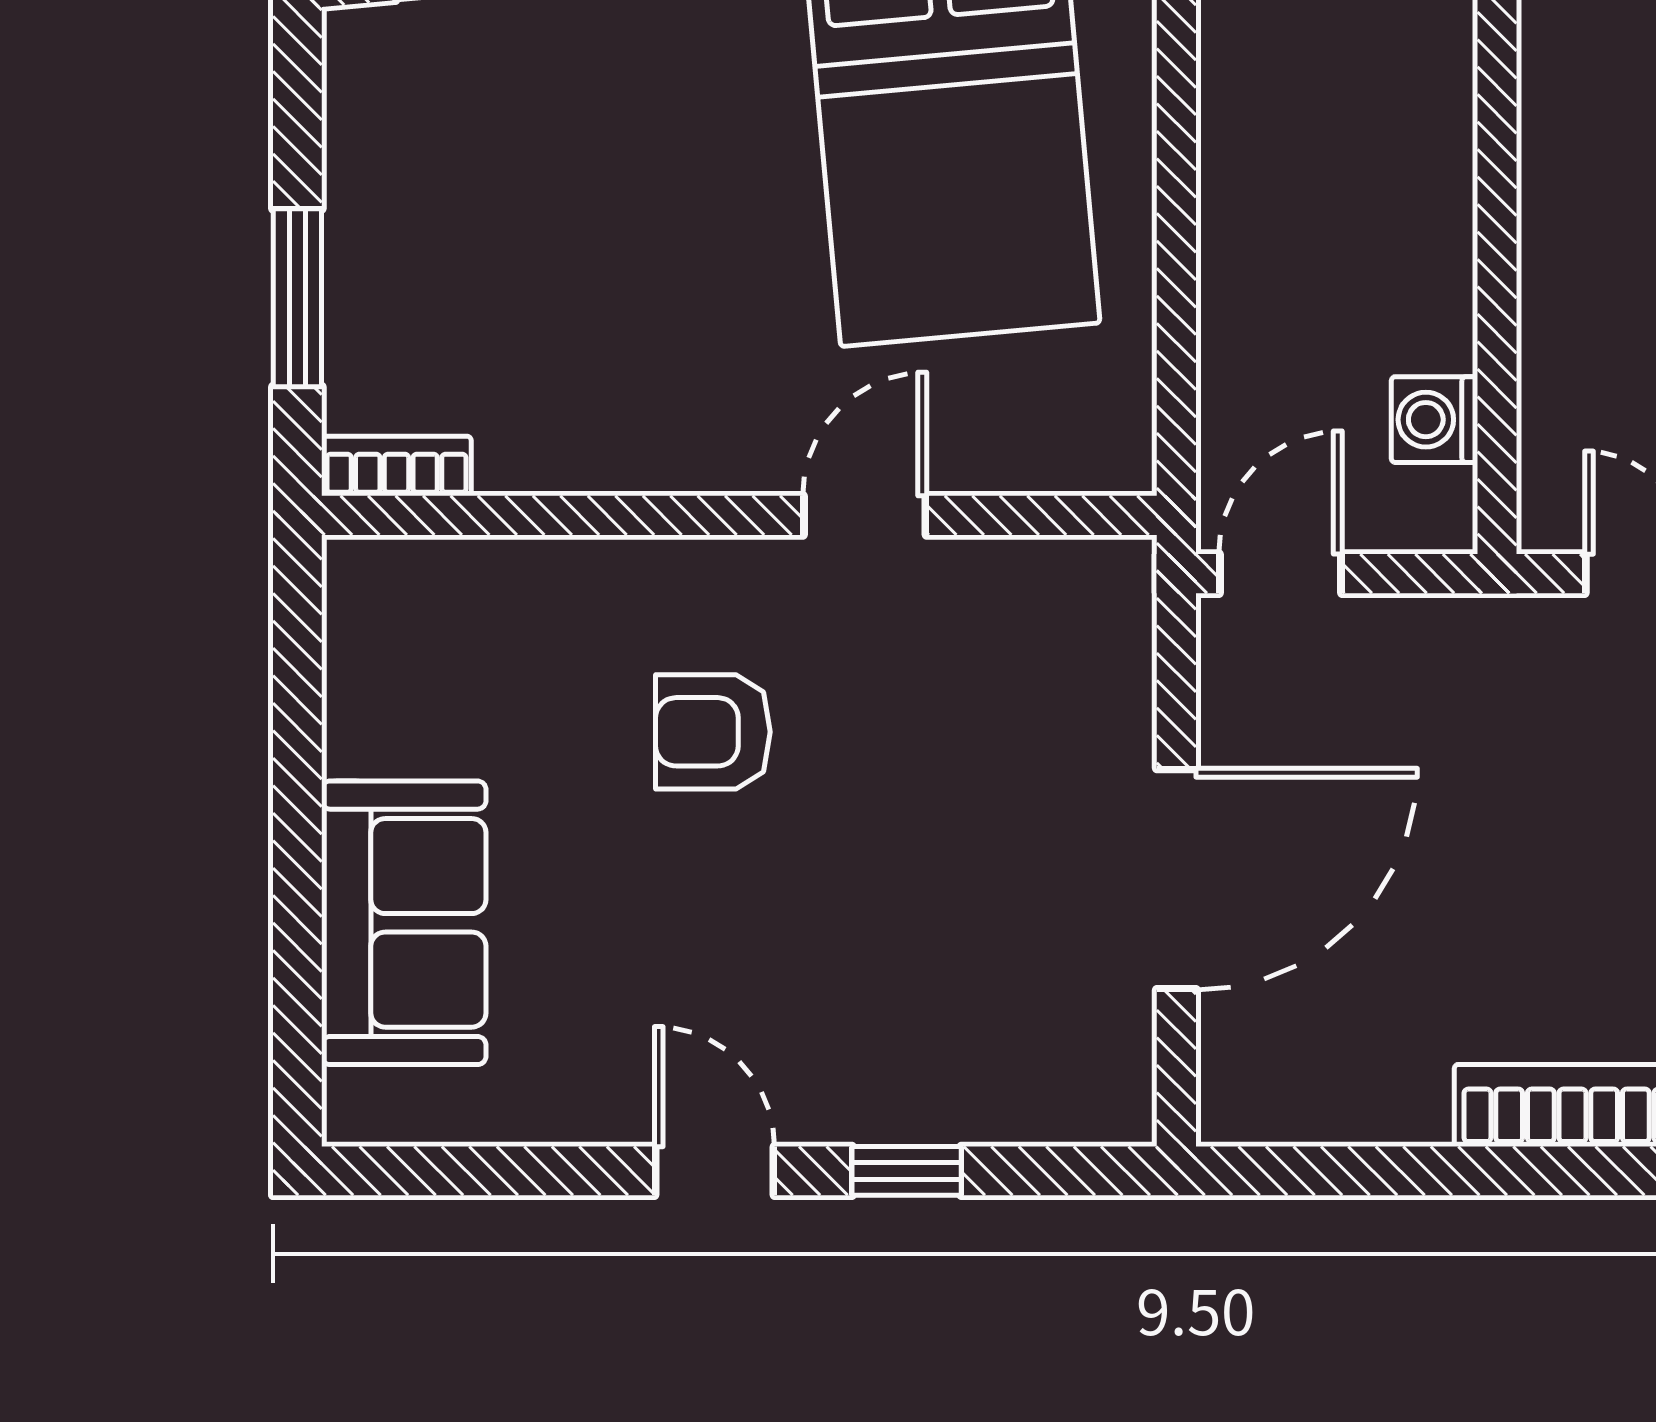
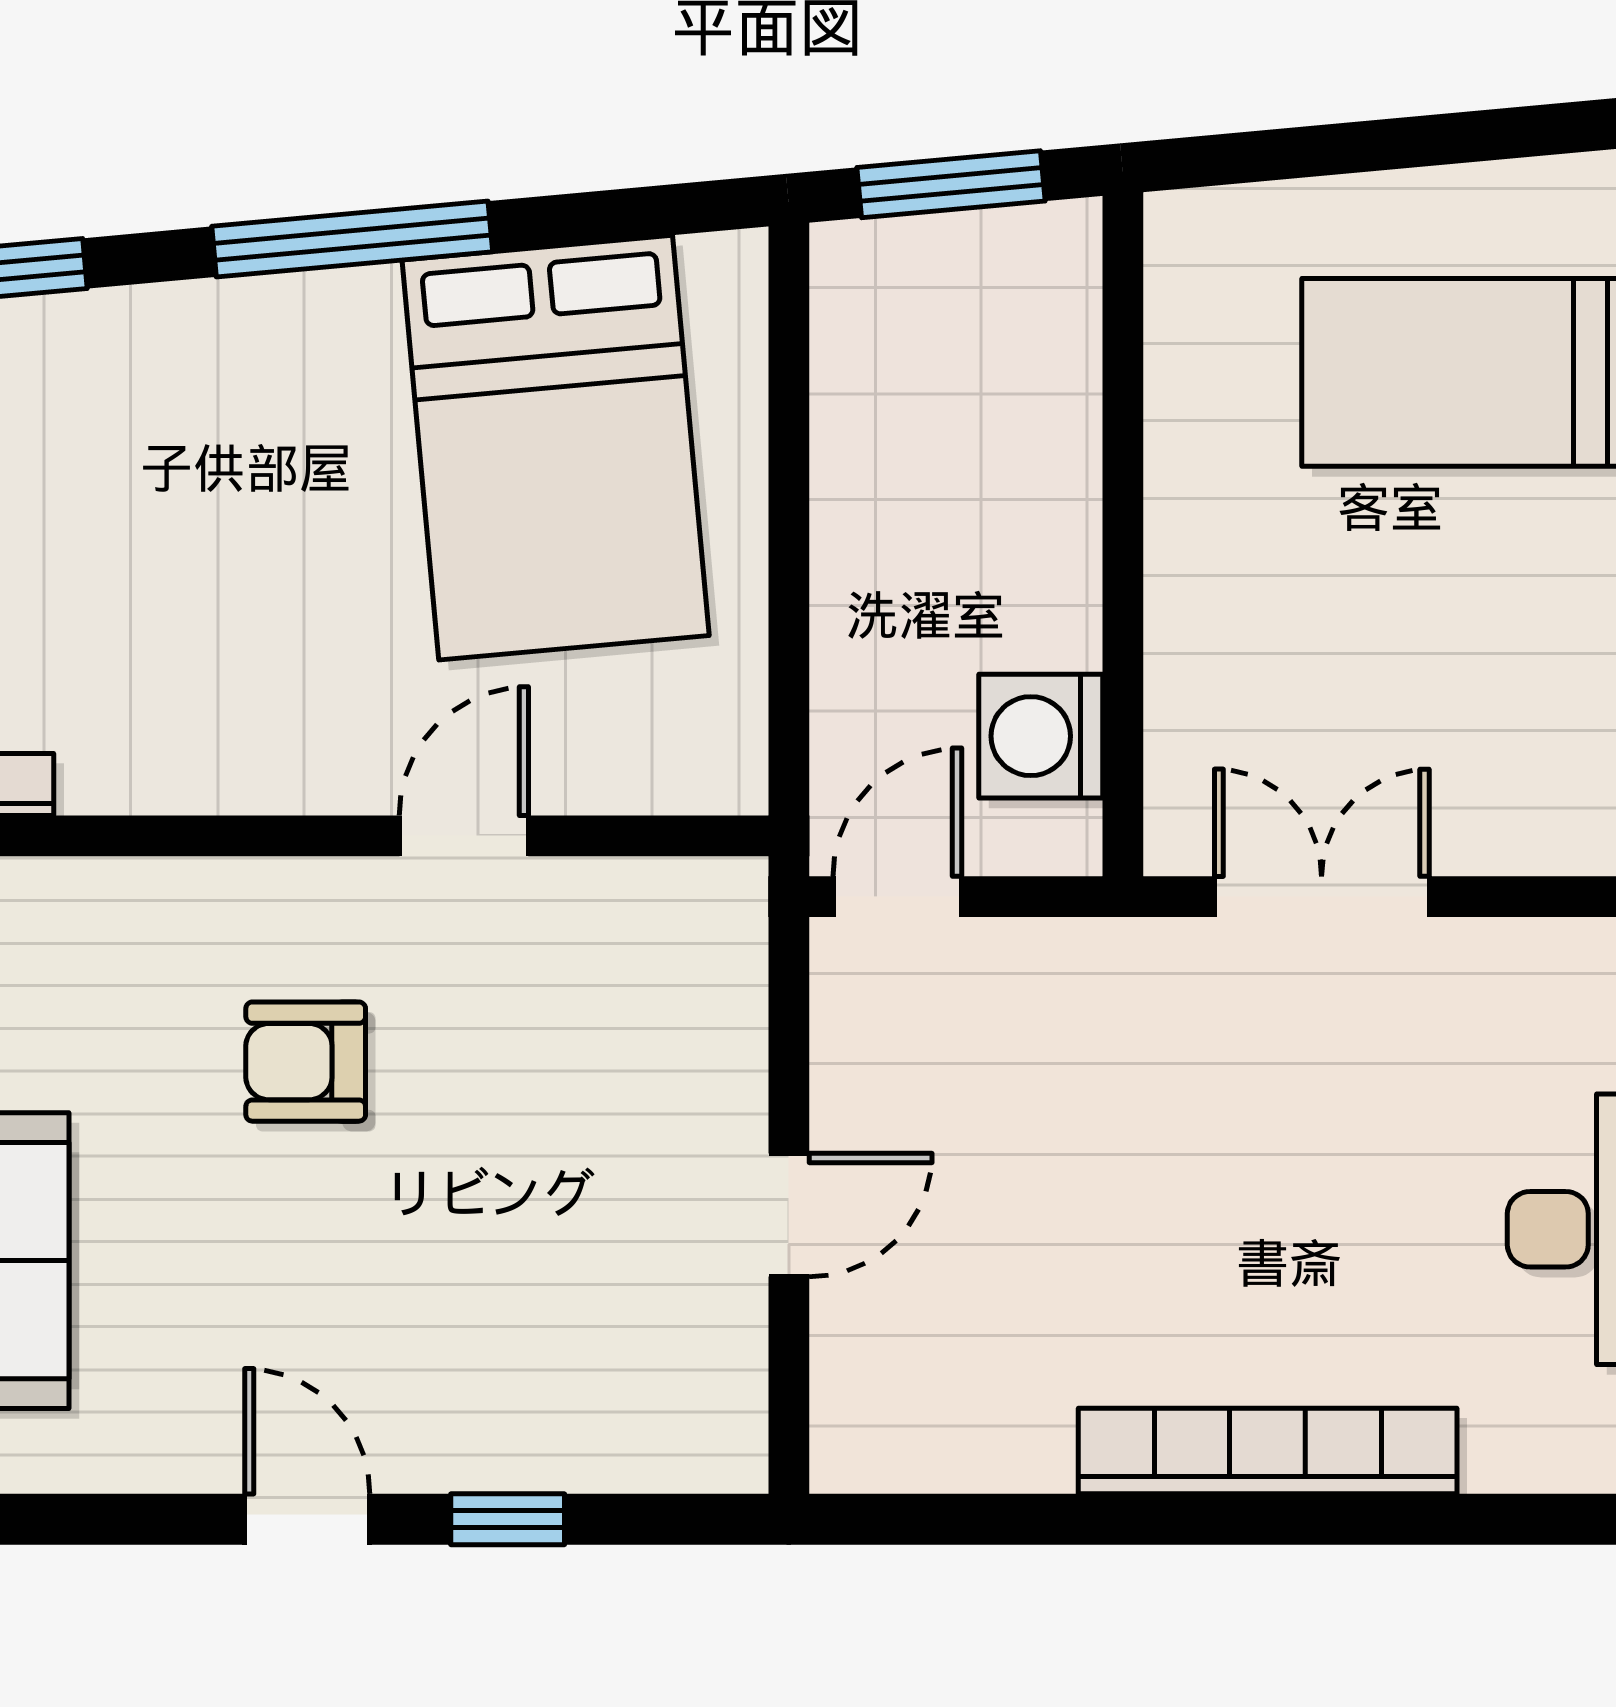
washing machine: (1434, 420) -> (1041, 736), width x1.38, depth x1.38
door: (1176, 879) -> (789, 1215), width x0.53

